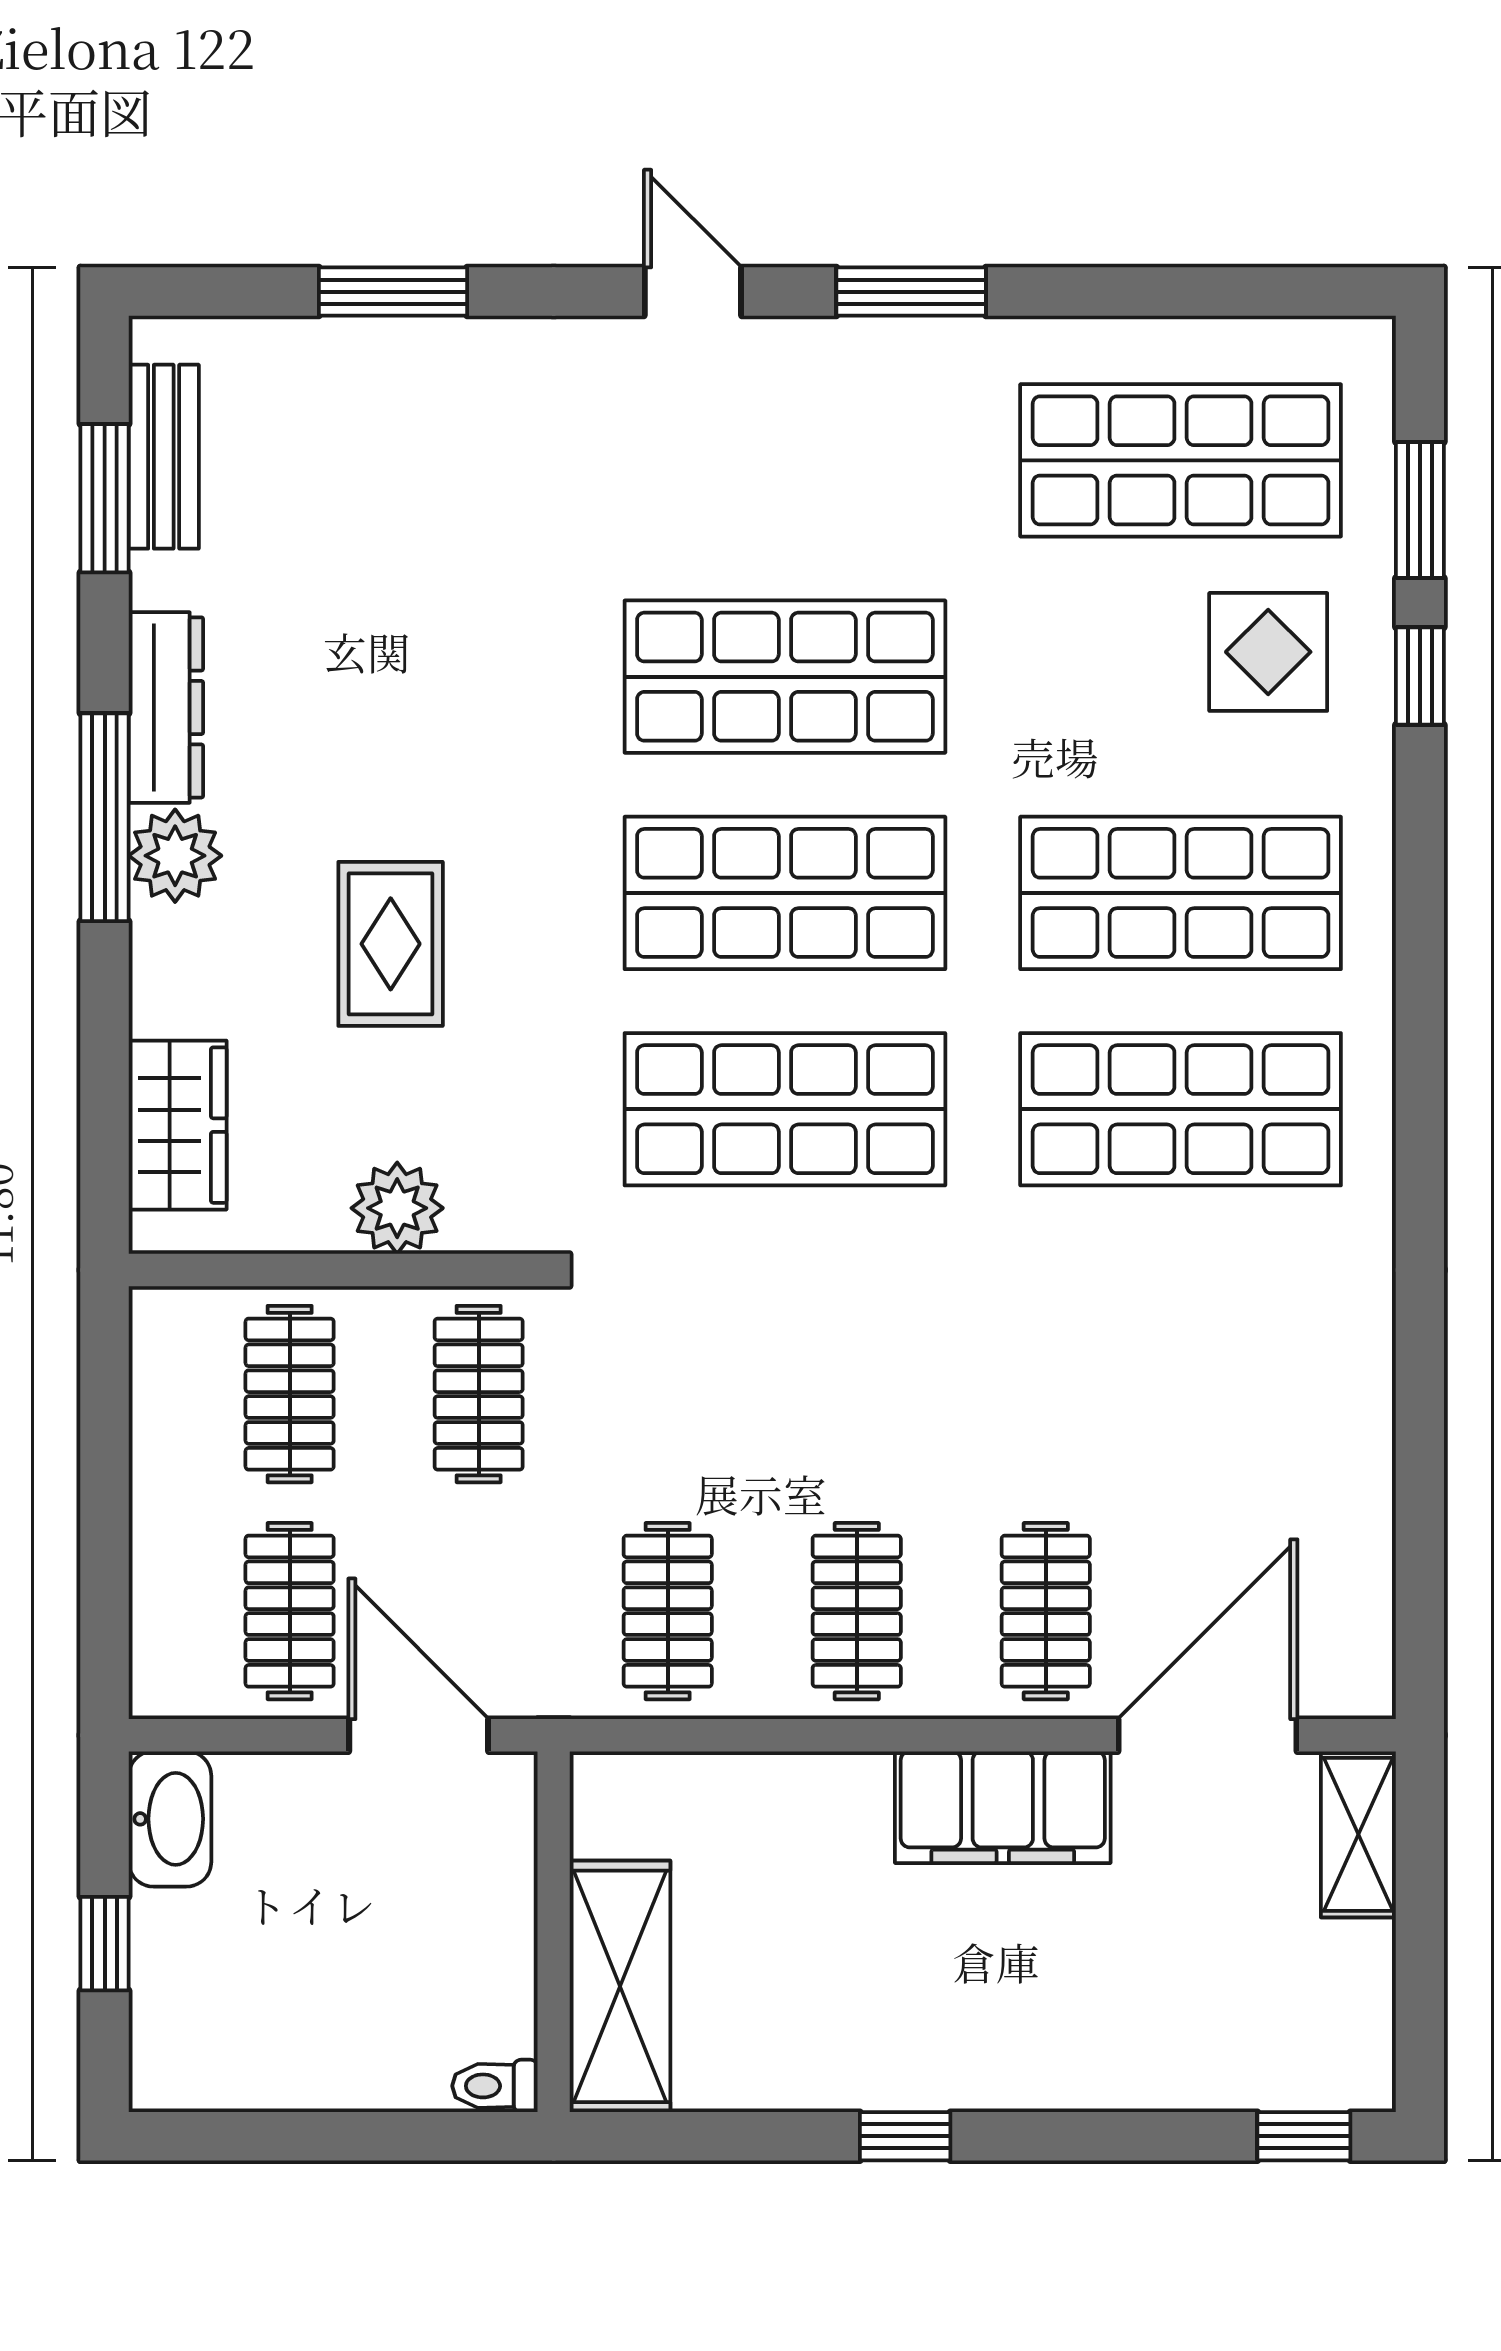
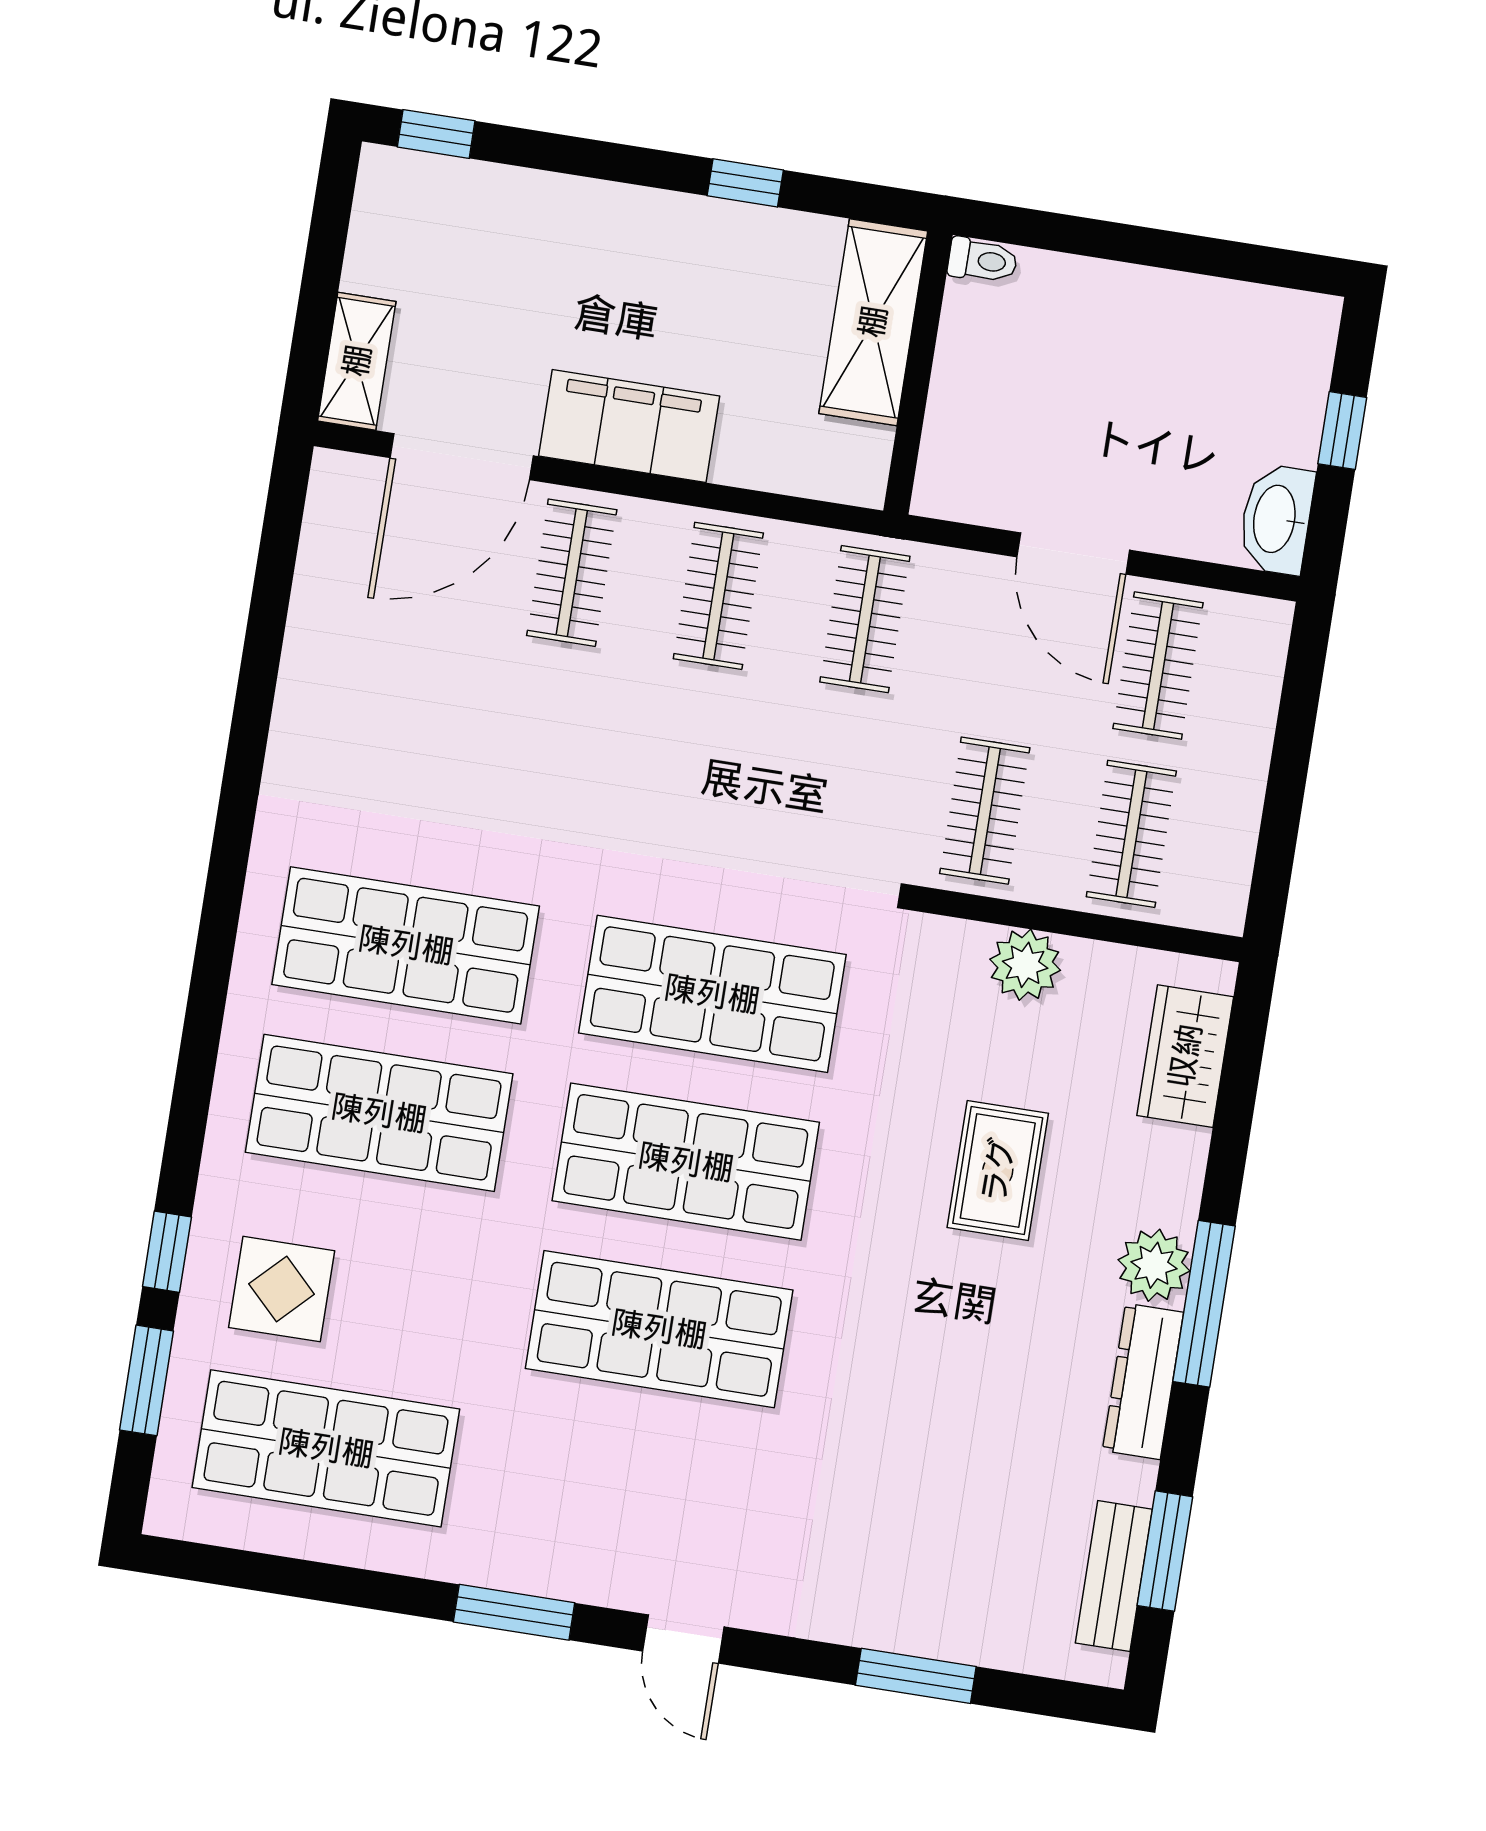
wall: (554, 1932) -> (918, 373), moved
shelving: (620, 1986) -> (873, 322), moved
toilet: (495, 2086) -> (982, 260), moved

